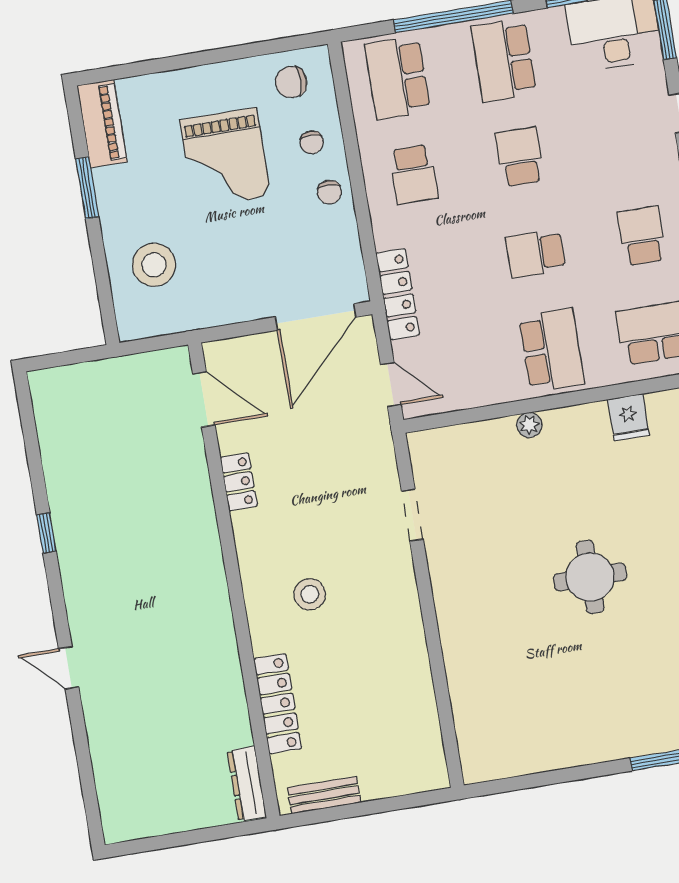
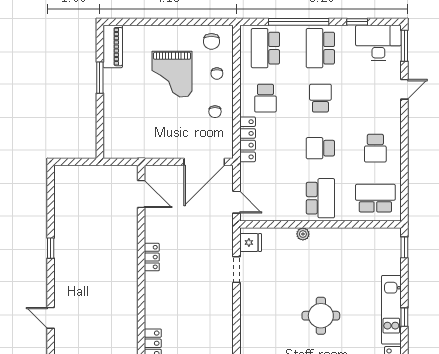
chair: (291, 82) -> (211, 41), turned -90
chair: (329, 192) -> (215, 112), moved
school desk: (642, 236) -> (375, 148), turned 180
stool: (154, 265) -> (127, 122), removed
locker: (398, 294) -> (248, 139), moved
fridge: (628, 417) -> (251, 242), moved, turned -90
locker: (239, 482) -> (152, 257), moved
stool: (310, 594) -> (178, 301), removed

